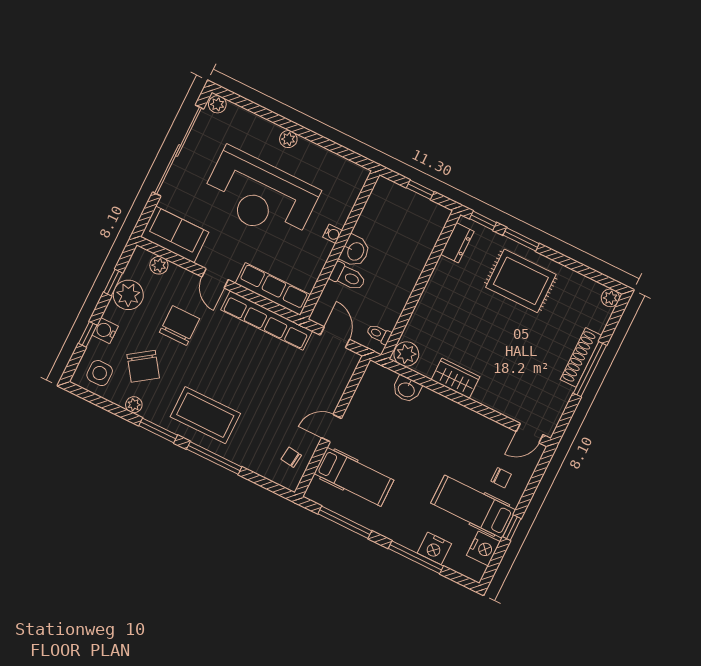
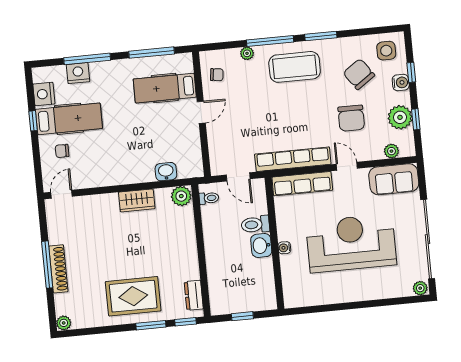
plant: (288, 139) -> (356, 295), removed
plant: (134, 405) -> (247, 53), moved

